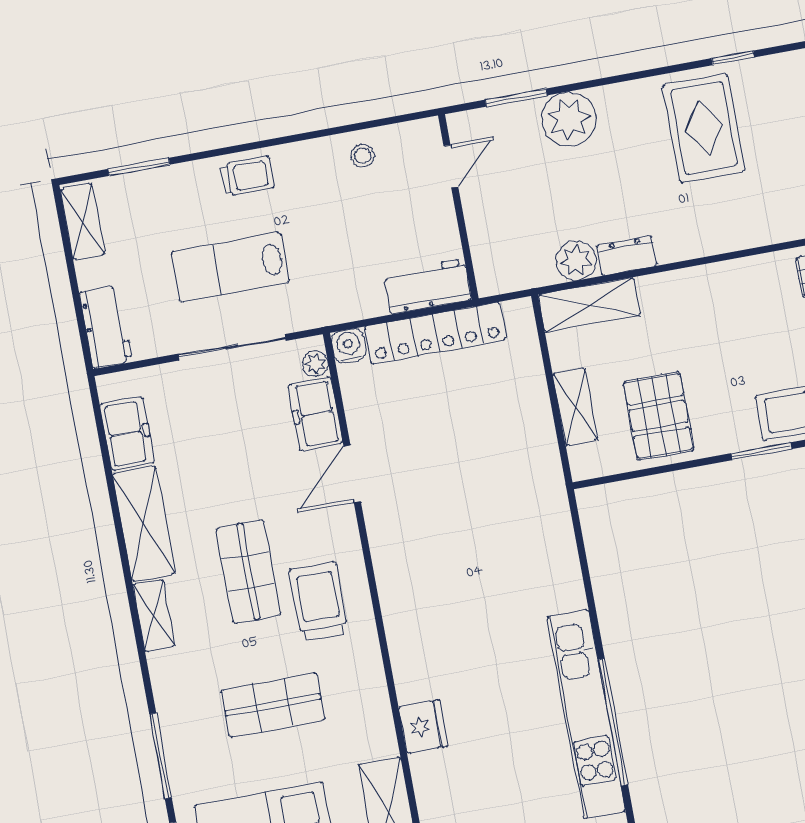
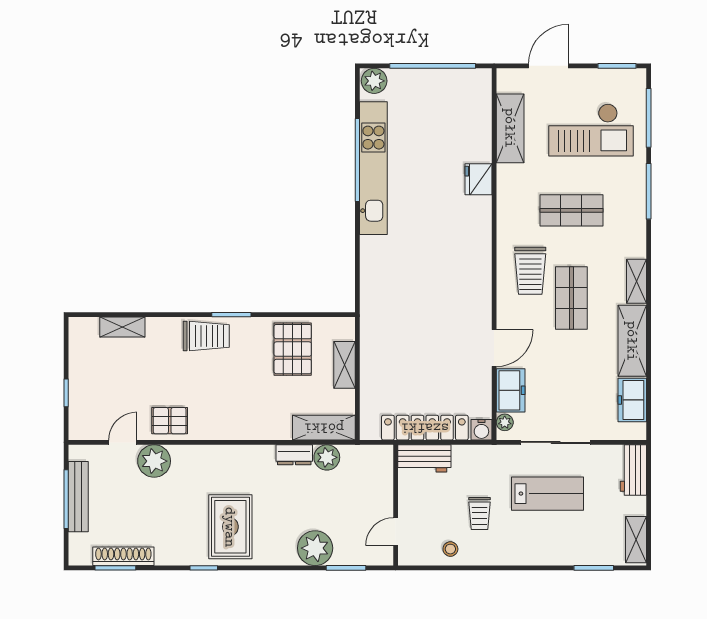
trolley: (247, 176) -> (479, 513), moved, turned -90

